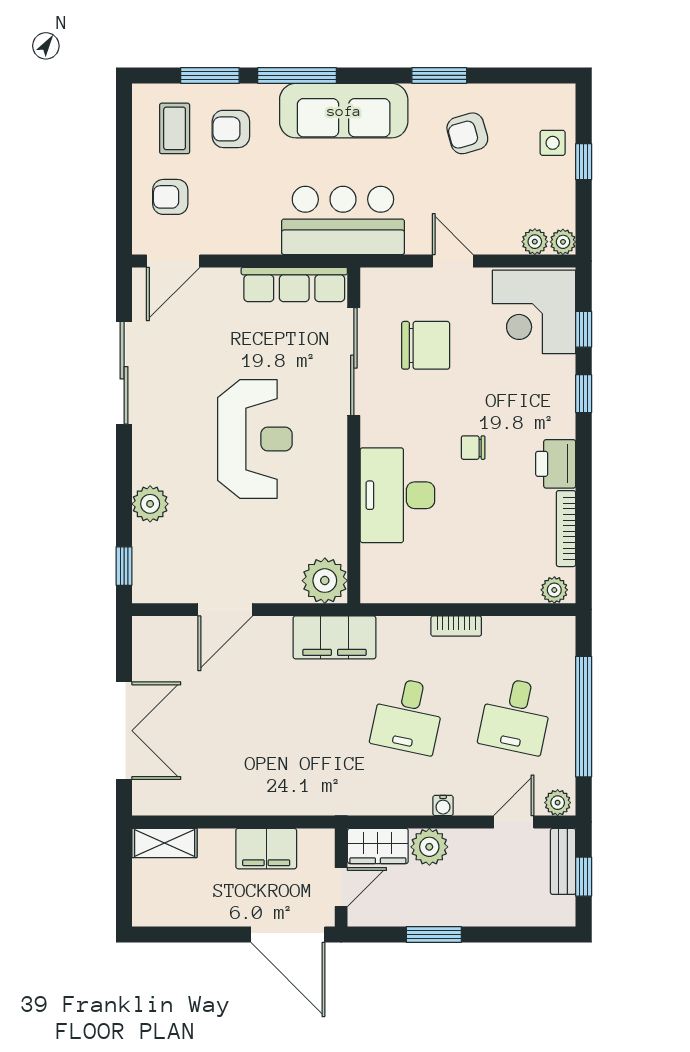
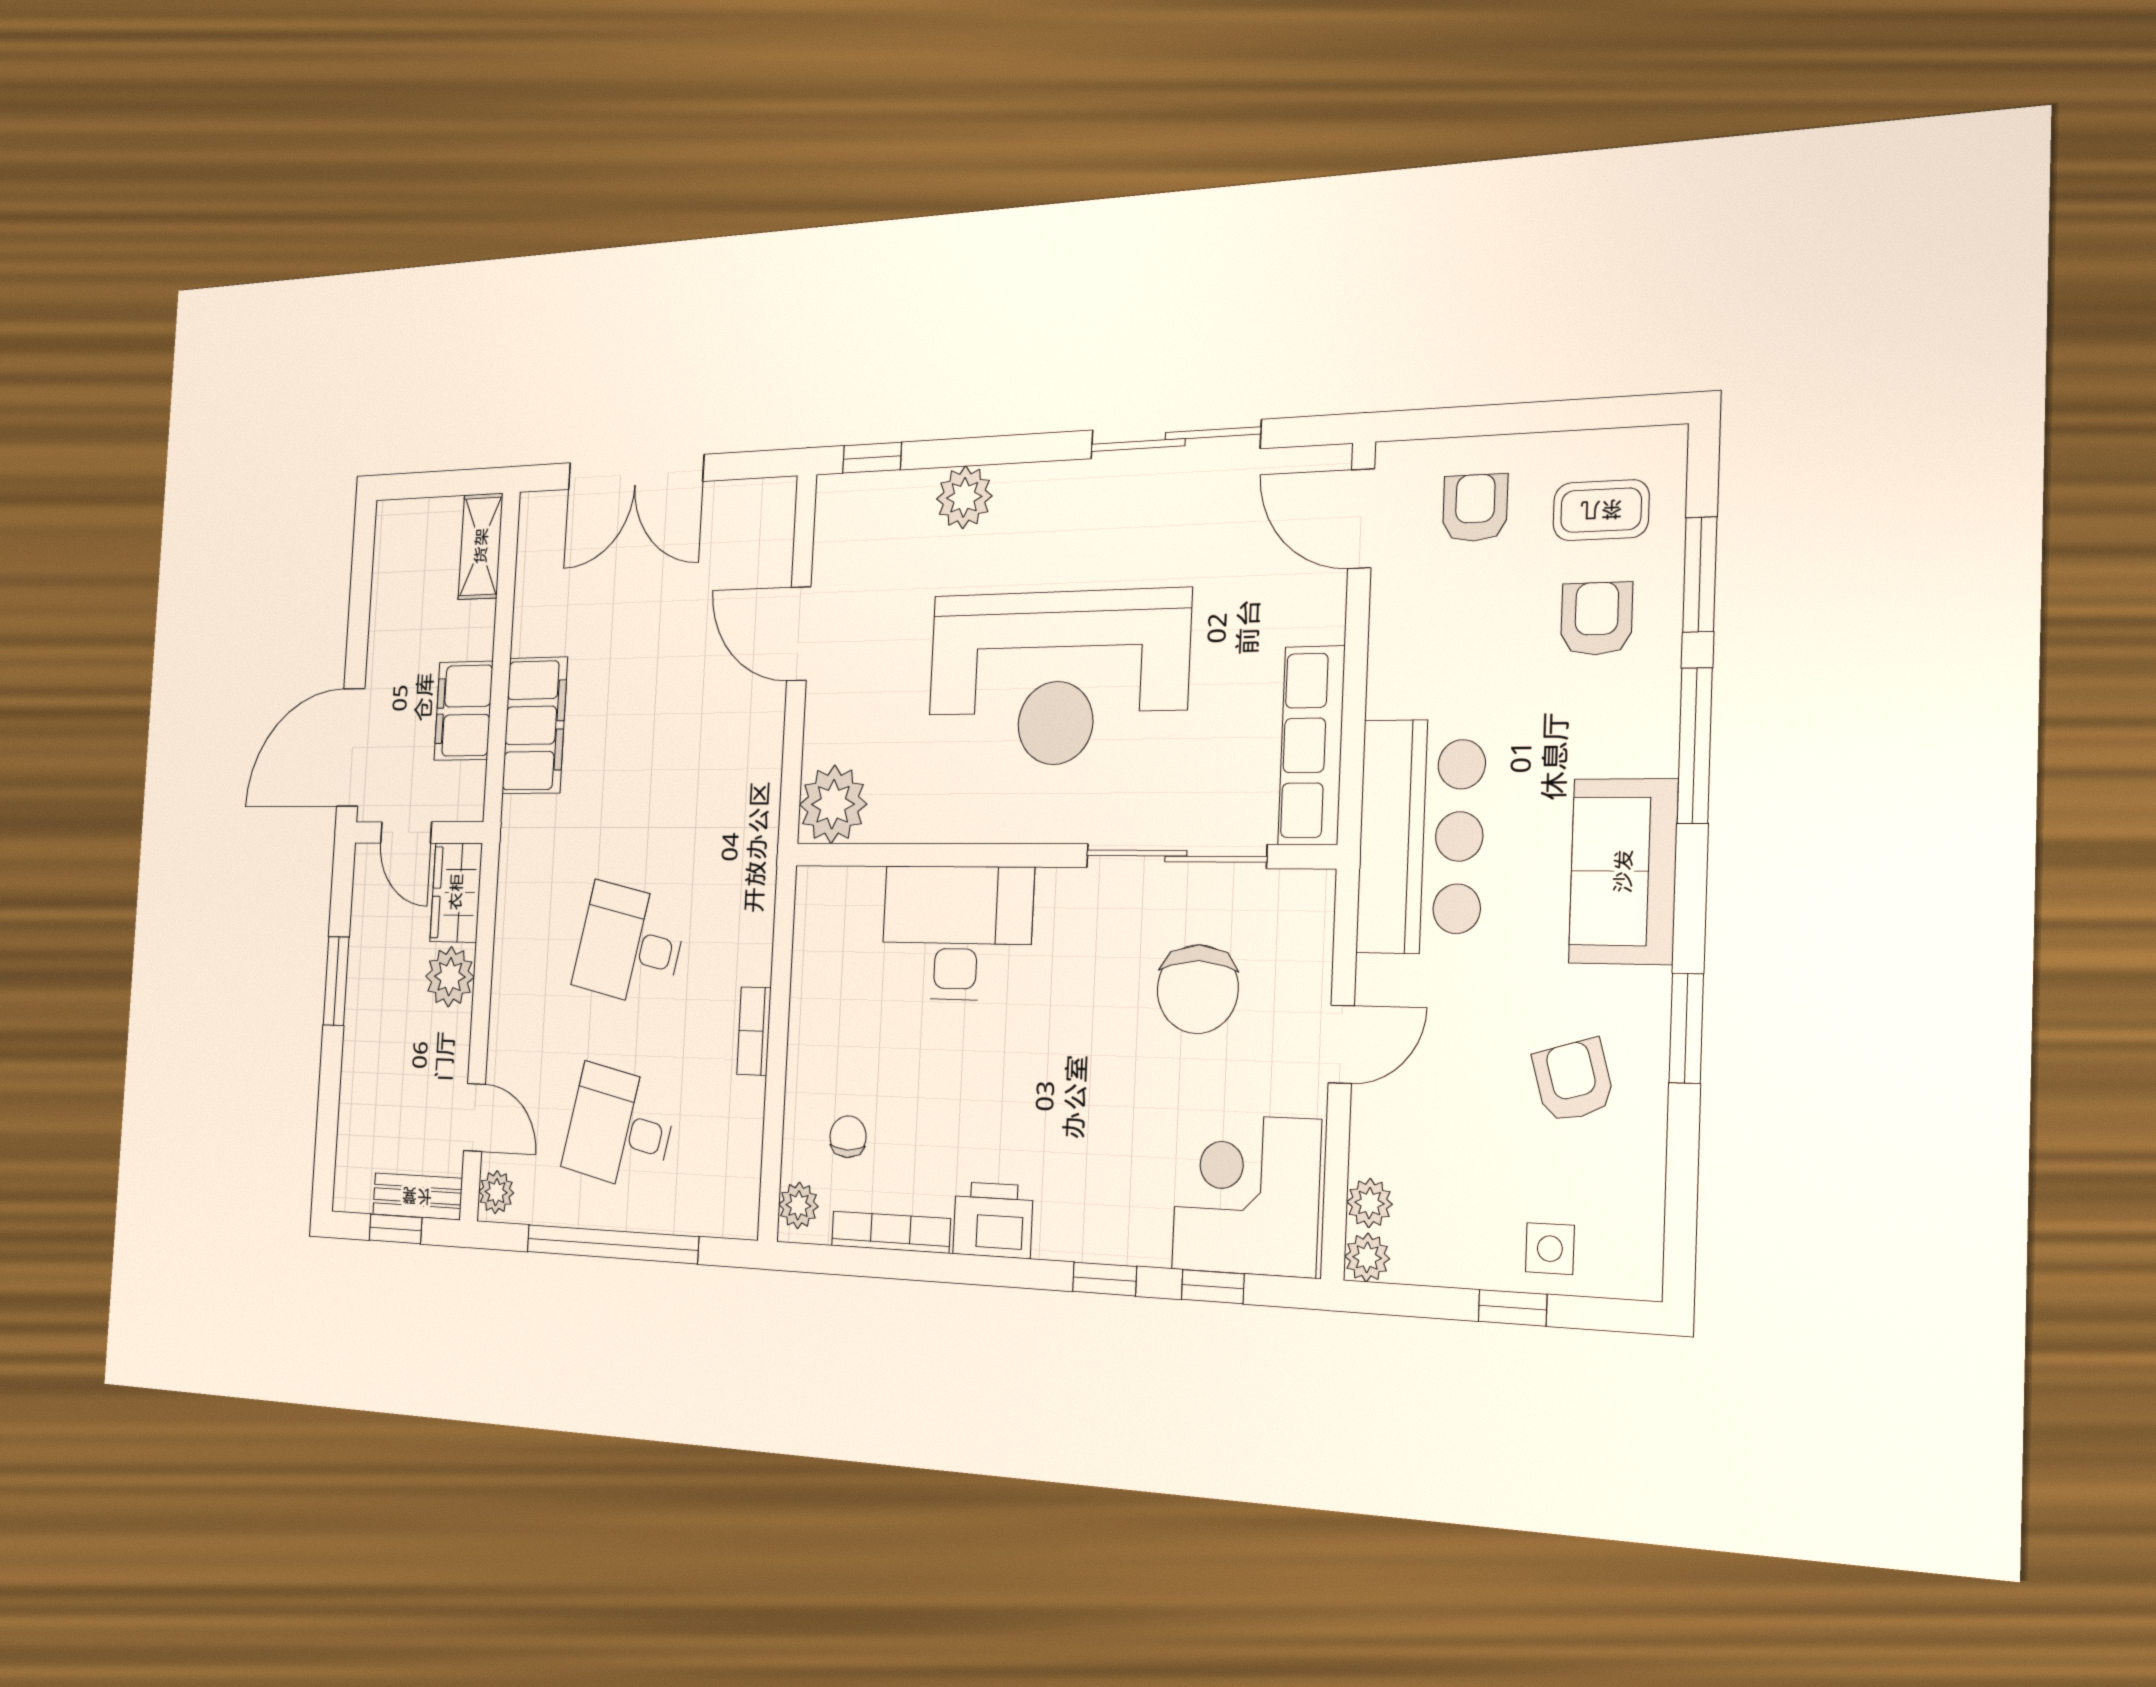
sofa: (344, 111) -> (1623, 871), width x0.73
reception desk: (255, 439) -> (1057, 678), width x1.36, depth x1.30
chair: (473, 448) -> (848, 1137), moved
filing cabinet: (334, 637) -> (535, 725), moved, turned 180
water cooler: (443, 805) -> (504, 1001), removed

